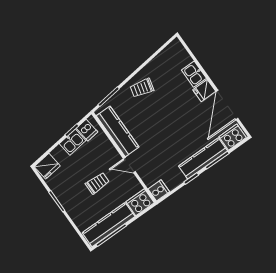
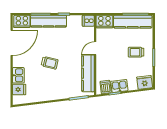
trolley: (142, 88) -> (50, 63), moved
fridge: (204, 91) -> (19, 89), moved
door: (129, 165) -> (95, 48), swing flipped
trolley: (97, 183) -> (136, 52), moved

